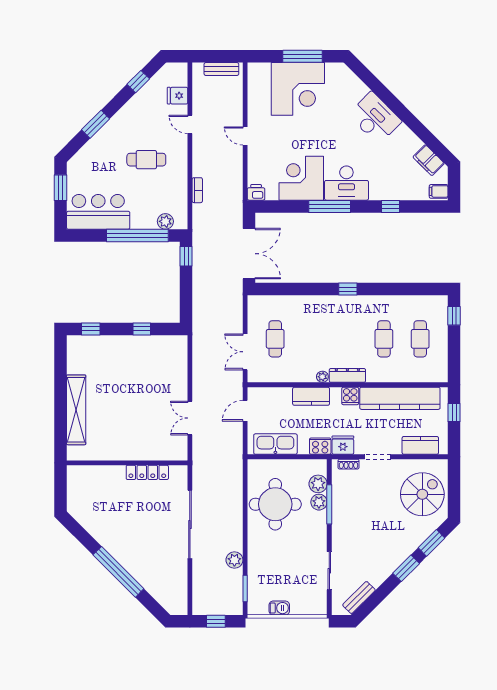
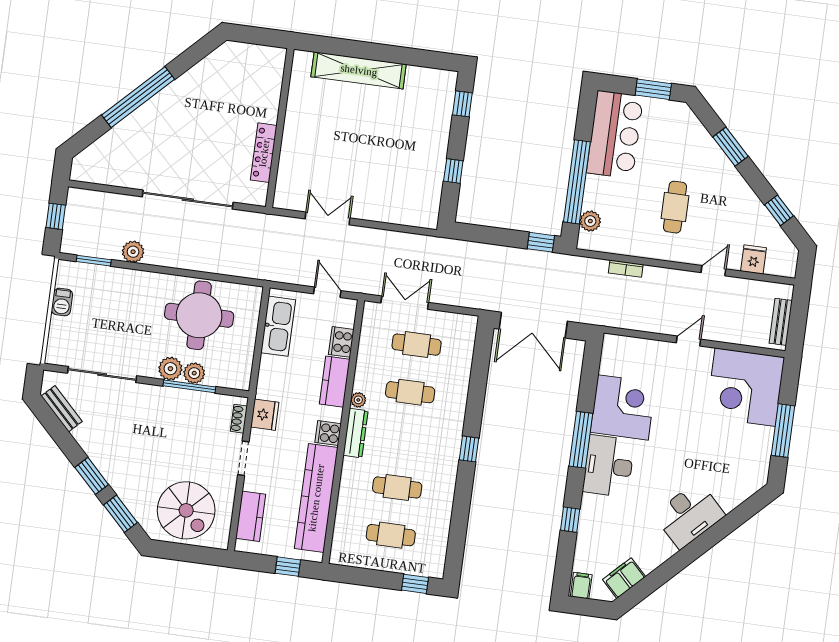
corner desk: (298, 89) -> (745, 387), moved
printer: (256, 192) -> (612, 345), removed
cafe table: (311, 339) -> (410, 392), added
cooker: (320, 446) -> (341, 342), moved, turned 180
plant: (318, 484) -> (170, 369), moved
sliding door: (329, 571) -> (102, 374), width x1.37

